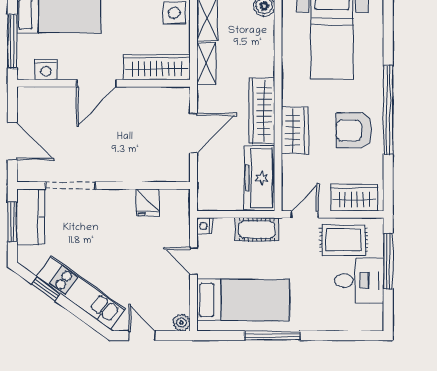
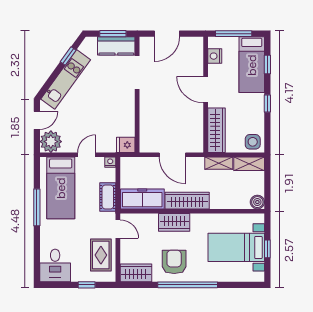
wardrobe: (354, 198) -> (136, 273), moved, turned -90
fridge: (148, 202) -> (126, 145), moved
window: (388, 261) -> (87, 285), width x0.46
desk: (359, 281) -> (55, 265), moved
plant: (182, 322) -> (51, 142), width x1.87, depth x1.87

